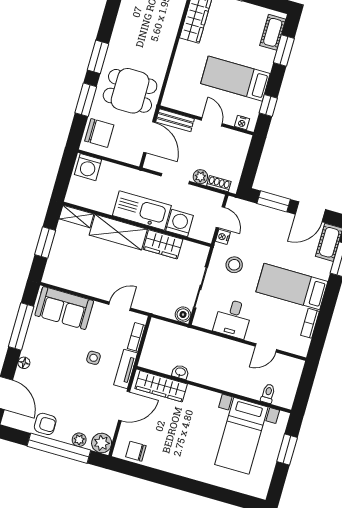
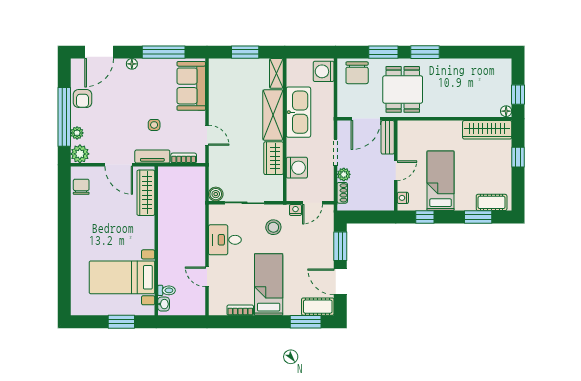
kitchen sink: (142, 211) -> (298, 112), moved
washbasin: (180, 372) -> (164, 304), moved

